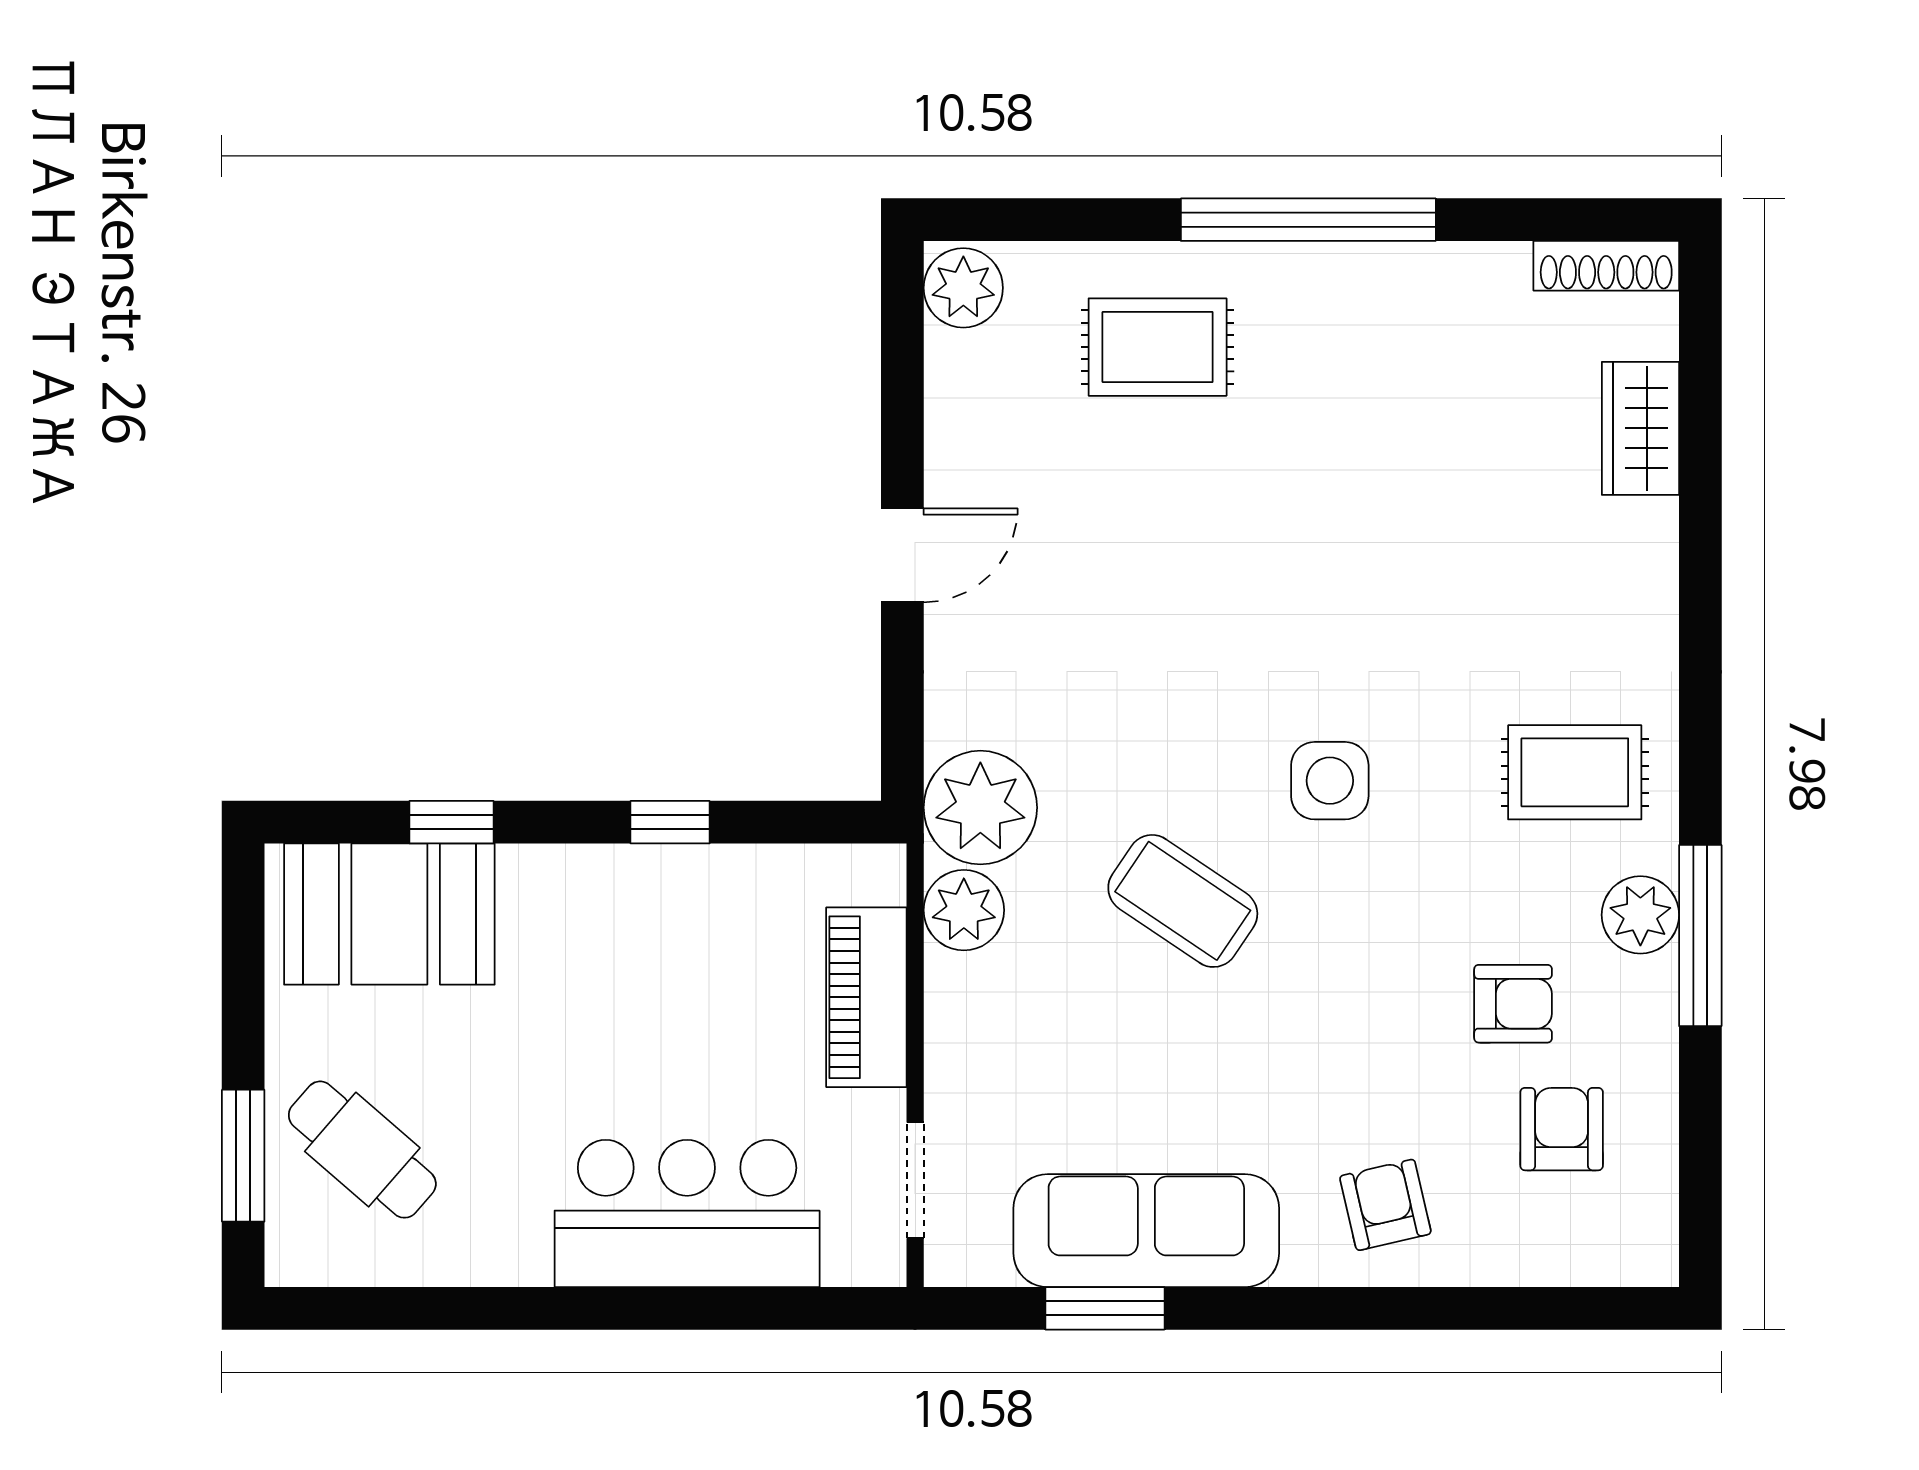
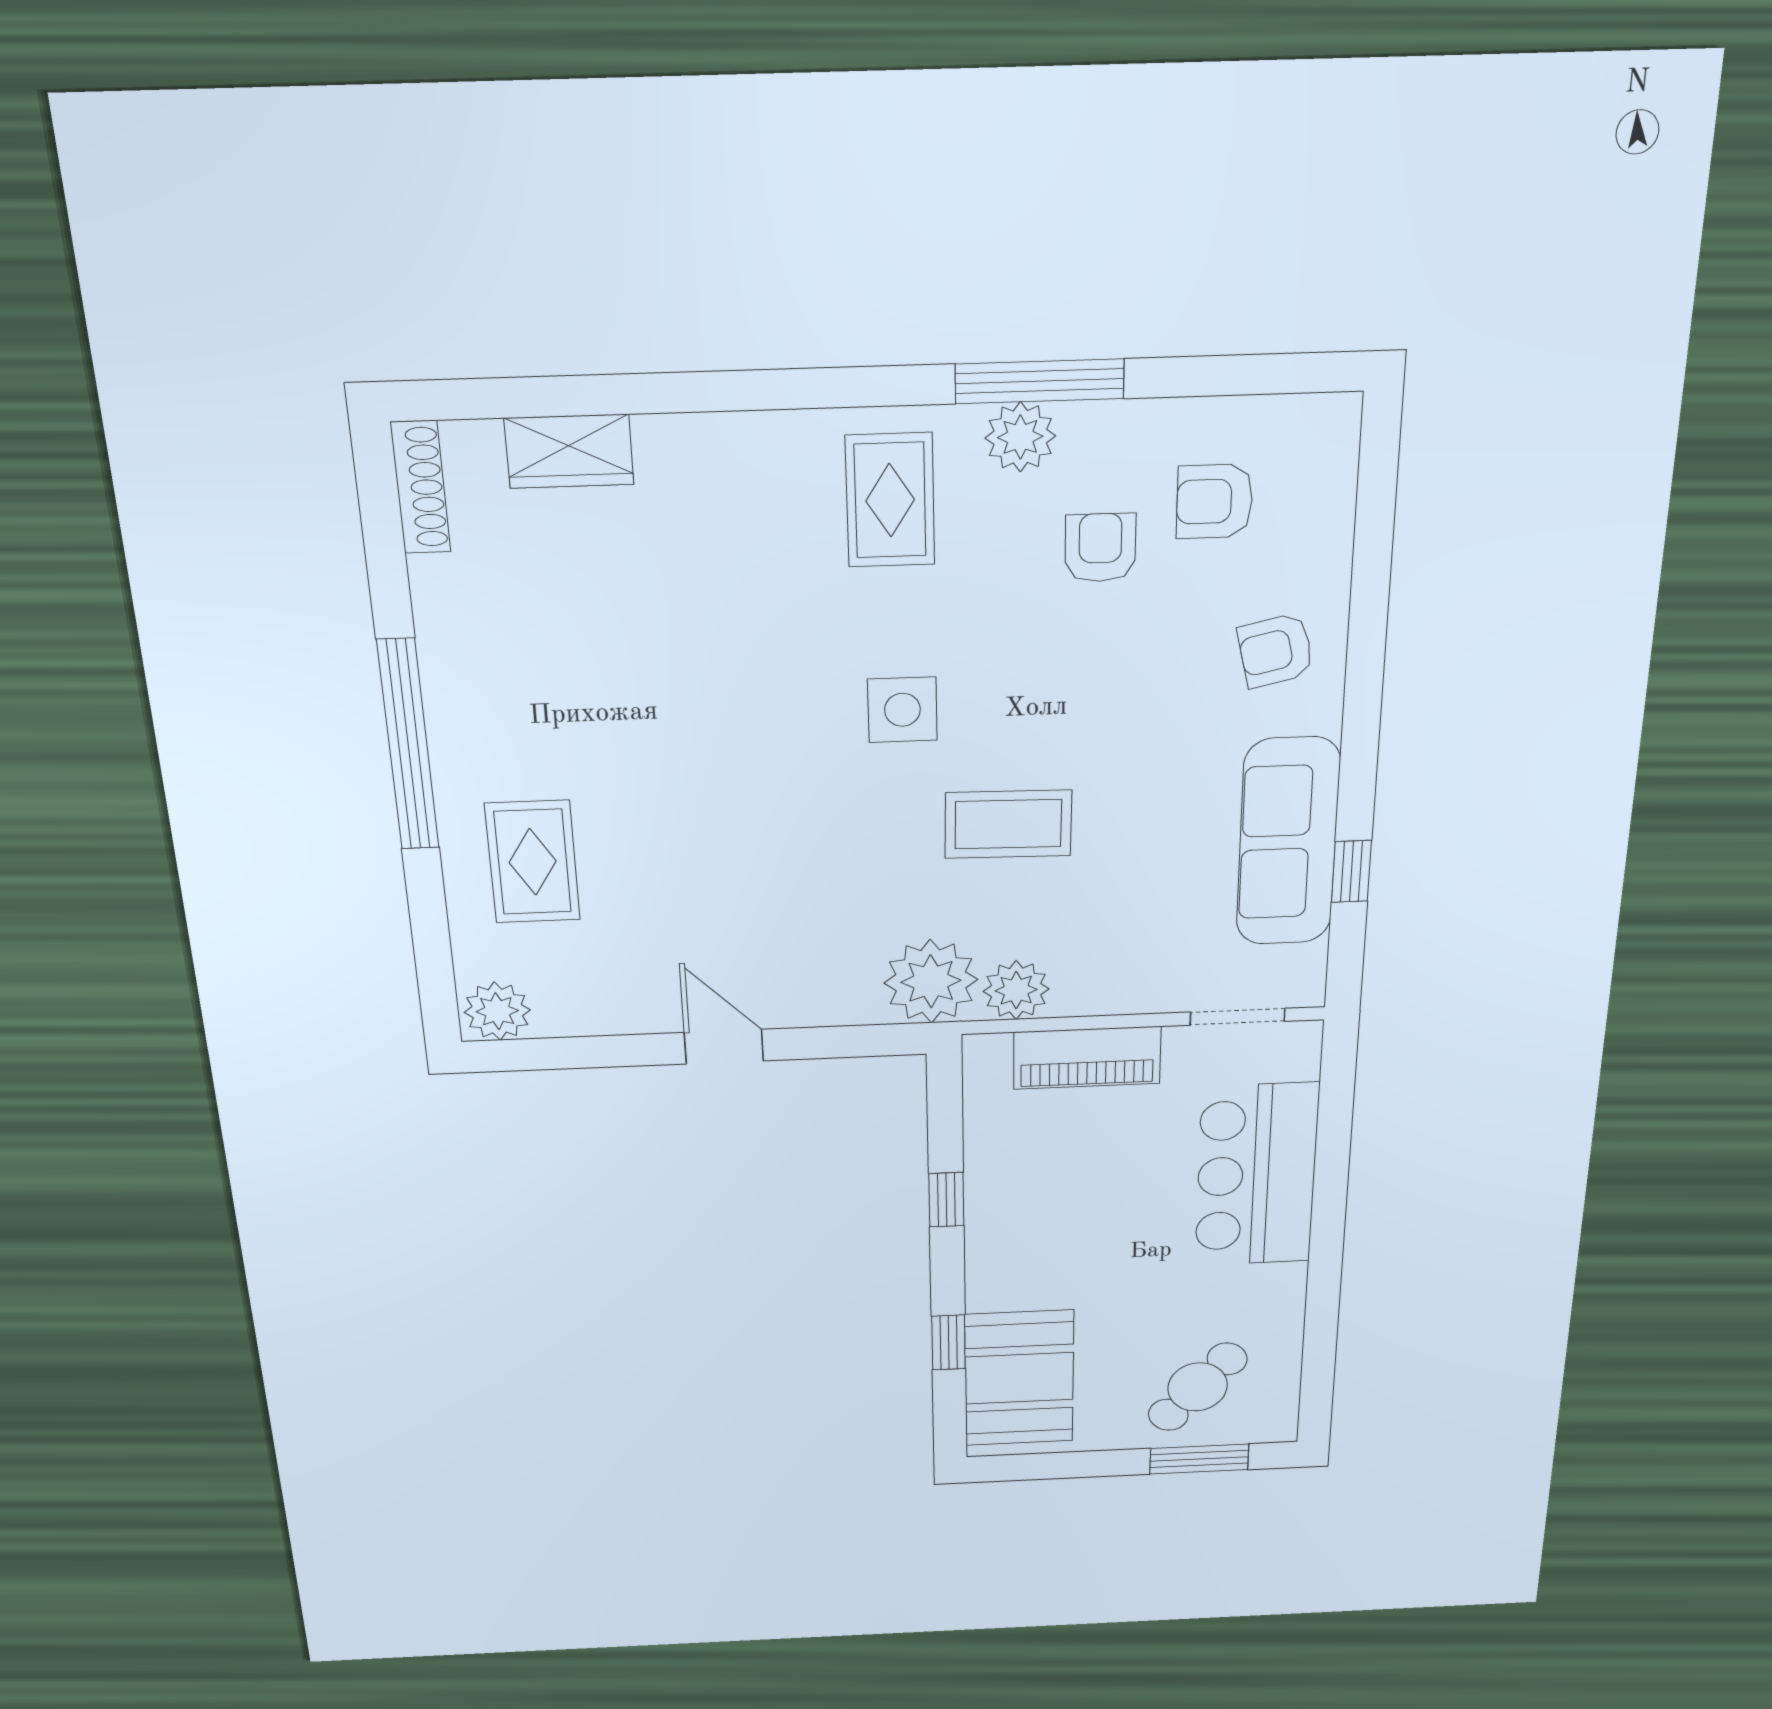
coffee table: (1183, 901) -> (1008, 824), turned 57
window: (1105, 1308) -> (1351, 871), width x0.67

